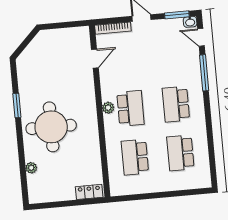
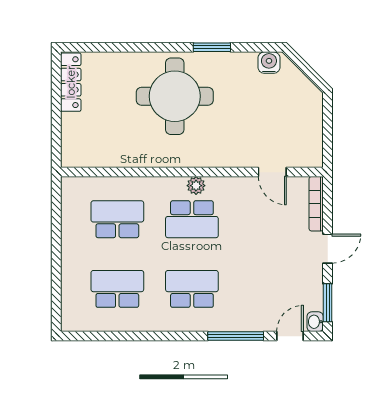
water cooler: (24, 67) -> (269, 63), added
plant: (31, 168) -> (115, 60), removed
locker: (89, 192) -> (71, 82), moved, width x1.53

